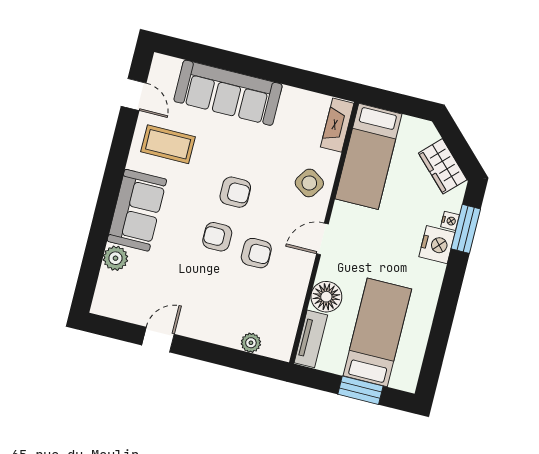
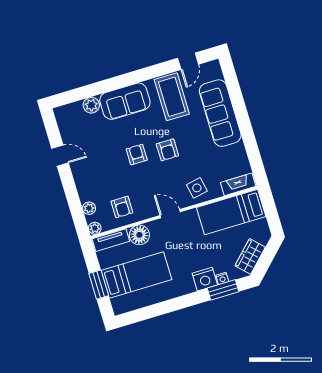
coffee table: (168, 144) -> (172, 97), width x1.36, depth x1.32
side table: (309, 183) -> (197, 188), turned 45
armchair: (256, 253) -> (122, 207), moved
plant: (282, 351) -> (95, 228), added

